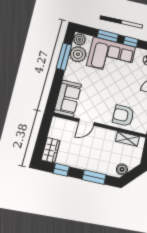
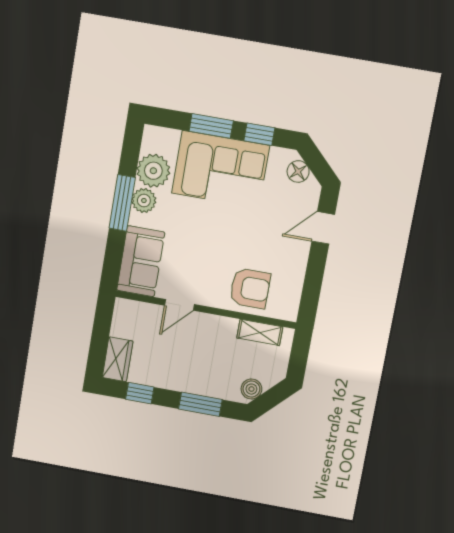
plant: (79, 39) -> (144, 201), moved
window: (64, 57) -> (122, 203), moved
armchair: (123, 115) -> (250, 288), turned 180

